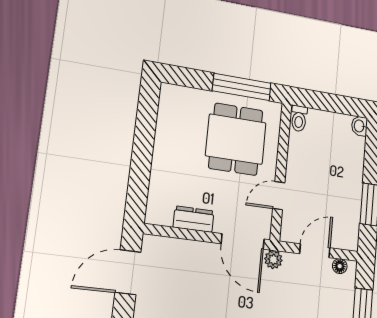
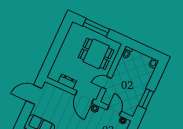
window: (242, 87) -> (96, 28), moved
dining table: (236, 139) -> (96, 54), turned 90
door: (315, 251) -> (114, 111), hinge flipped

